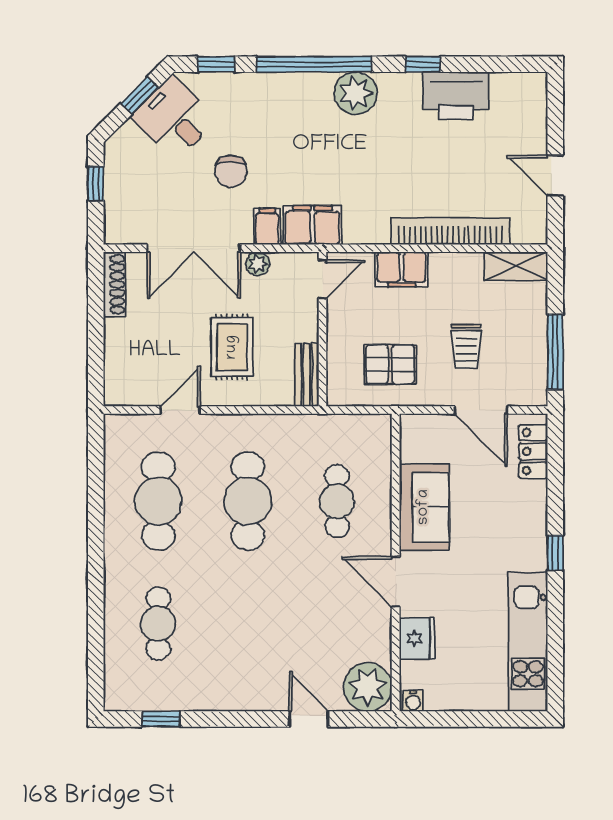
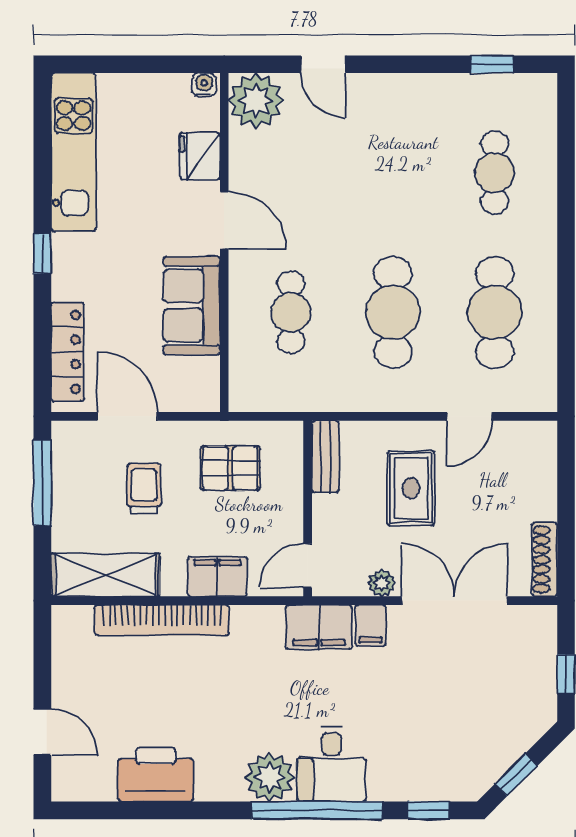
window: (423, 64) -> (193, 810), removed
desk: (174, 118) -> (332, 764), moved, turned 45
chair: (231, 171) -> (412, 688), removed
door: (555, 175) -> (42, 732), moved
shelving: (516, 266) -> (105, 575), width x1.50, depth x1.33
locker: (533, 452) -> (67, 352), width x1.53

